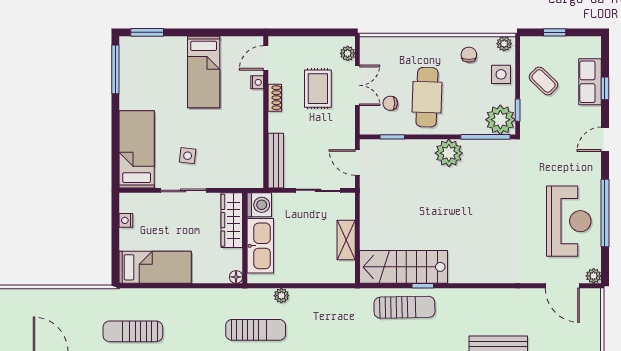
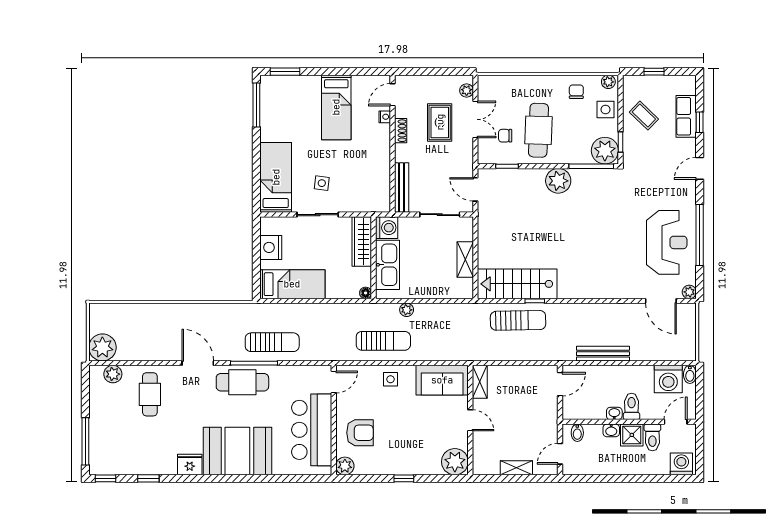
nightstand: (126, 220) -> (271, 247), width x1.89, depth x1.79
sun lounger: (133, 331) -> (272, 342), turned 180

